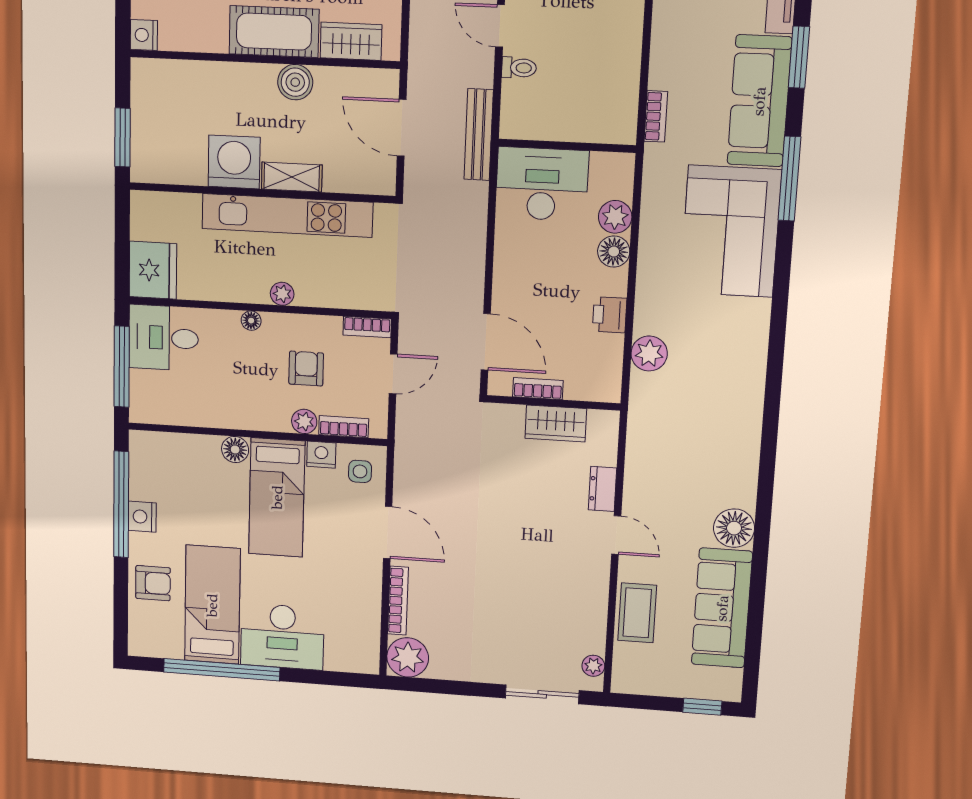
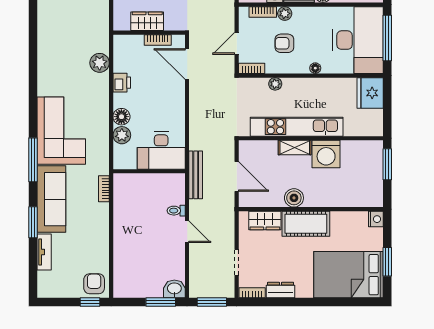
plant: (282, 294) -> (275, 84), moved
desk: (164, 338) -> (358, 40), width x1.87, depth x1.30
armchair: (306, 369) -> (284, 43), turned 90

